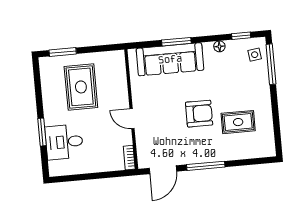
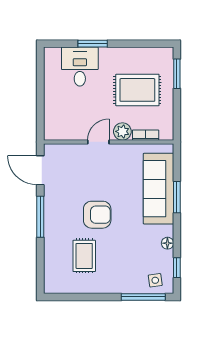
plant: (120, 97) -> (122, 131), added
armchair: (199, 114) -> (97, 215), turned -90
bookcase: (129, 158) -> (146, 135), moved

